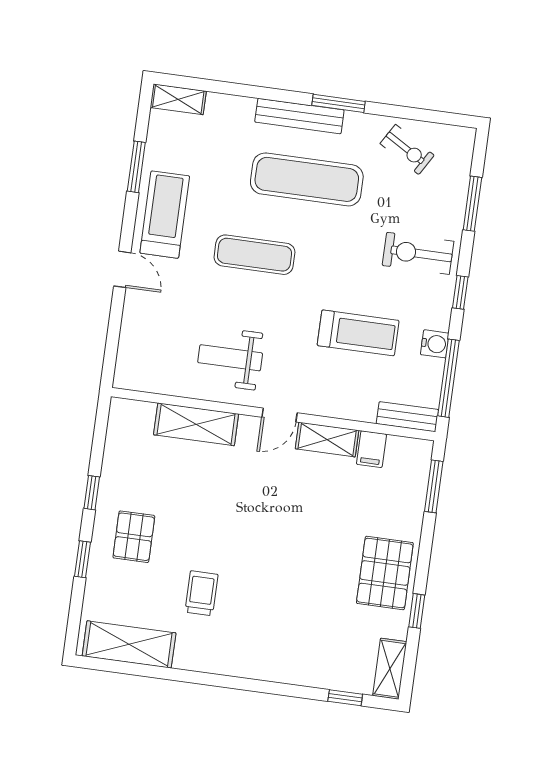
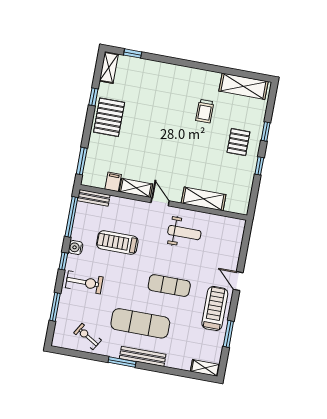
treadmill: (165, 215) -> (215, 308), turned 180
water cooler: (435, 344) -> (76, 247), moved
door: (279, 415) -> (160, 202), hinge flipped

